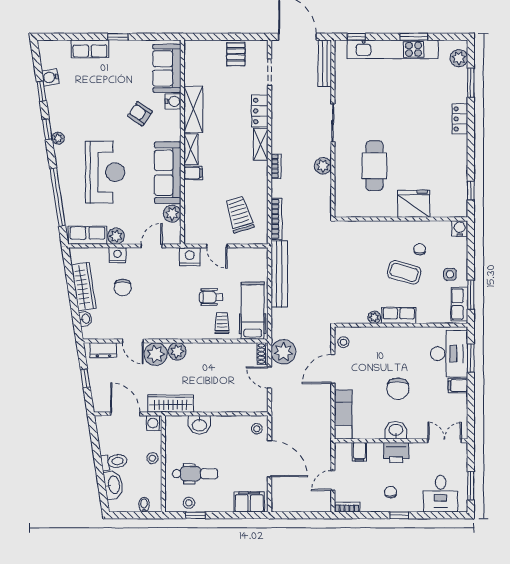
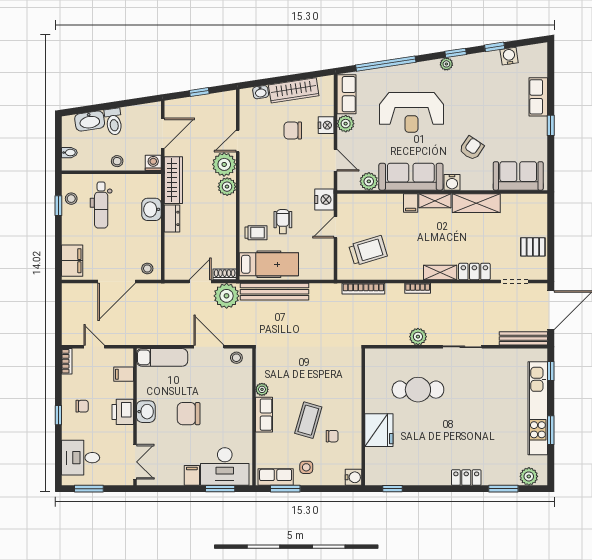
water cooler: (173, 101) -> (452, 182), moved
bench: (279, 274) -> (275, 292), moved
dresser: (103, 350) -> (172, 218), moved, turned 180

